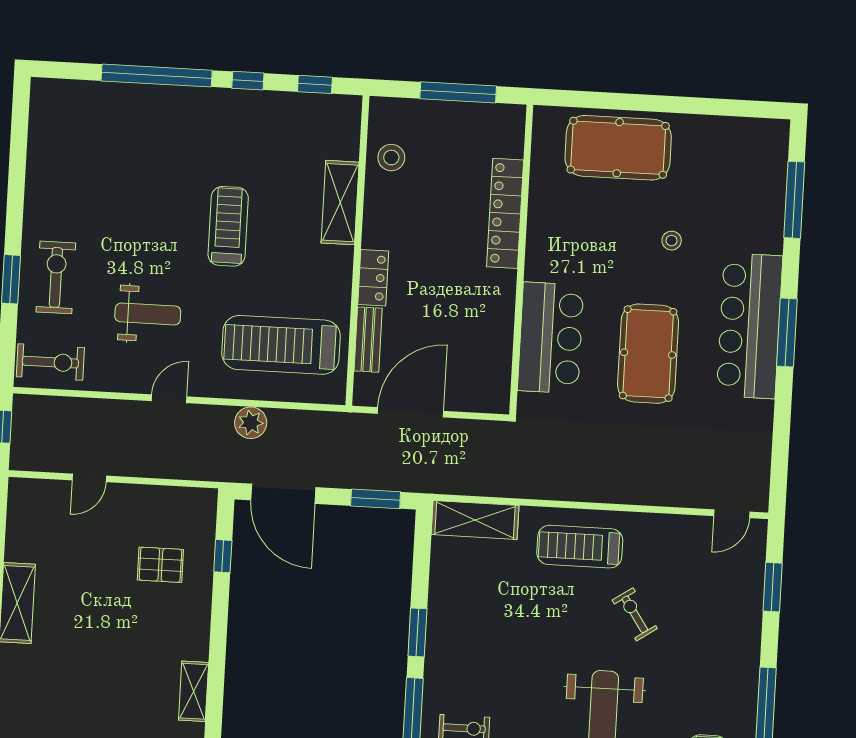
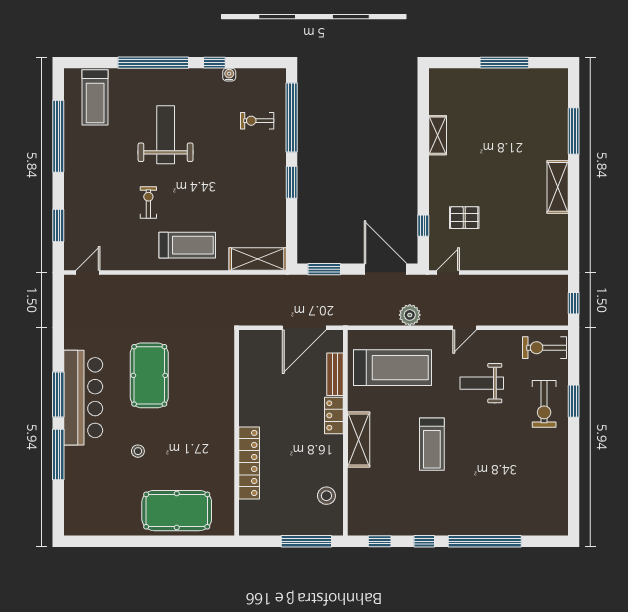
window: (458, 92) -> (306, 541), moved
window: (794, 200) -> (58, 454), moved
shelving: (340, 203) -> (359, 440), moved
bar counter: (551, 338) -> (214, 382), removed
door: (89, 478) -> (448, 272), moved
exercise bike: (635, 614) -> (148, 202), turned -146

